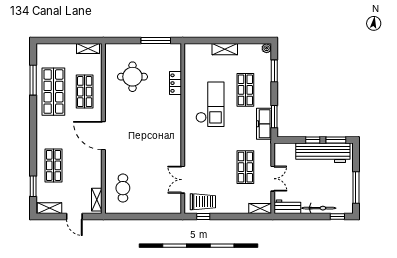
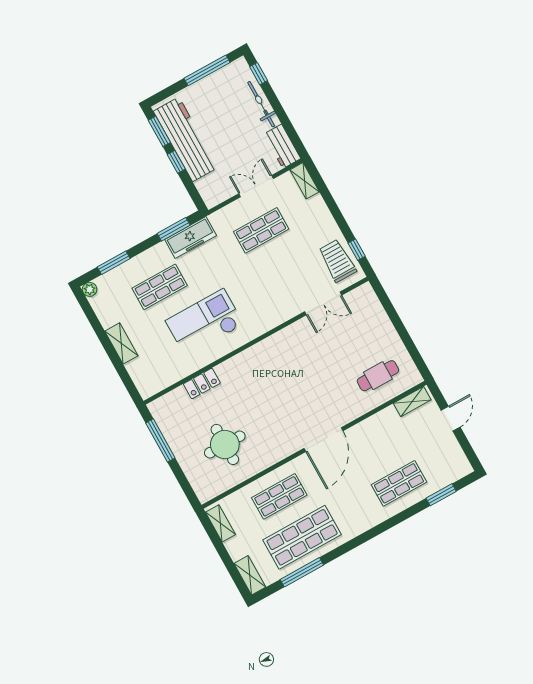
shelving: (50, 208) -> (250, 575), moved

